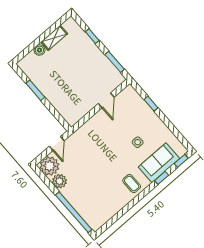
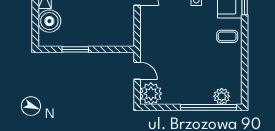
boiler: (39, 50) -> (49, 21), width x1.86, depth x1.86
plant: (59, 181) -> (222, 96), moved

